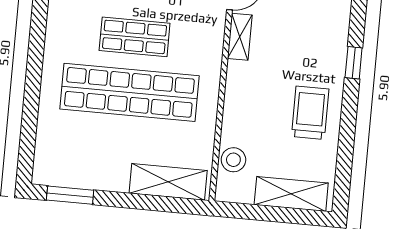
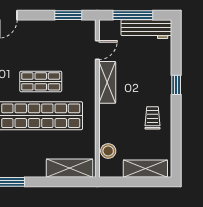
shelving: (240, 37) -> (107, 82), width x1.50, depth x1.33
trolley: (310, 113) -> (152, 118), width x0.73, depth x0.72

